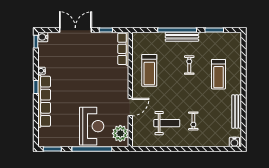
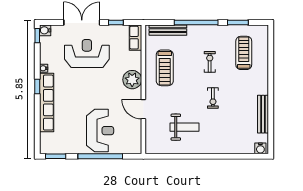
bench: (182, 37) -> (168, 30), moved
row of seats: (123, 49) -> (135, 38), width x0.68
reception desk: (80, 58) -> (87, 54), added
treadmill: (219, 74) -> (244, 53), moved, turned 180
door: (130, 107) -> (143, 109), swing flipped
exercise bike: (193, 121) -> (213, 98), moved
plant: (120, 133) -> (132, 80), moved

